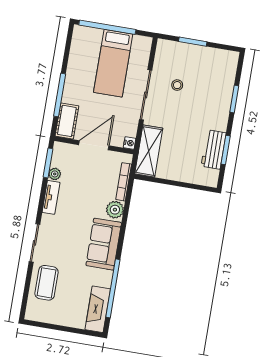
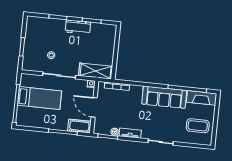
workbench: (214, 149) -> (78, 27), moved
plant: (115, 210) -> (136, 91), removed
sofa: (104, 244) -> (164, 97), width x1.36
coffee table: (47, 283) -> (198, 126), moved

